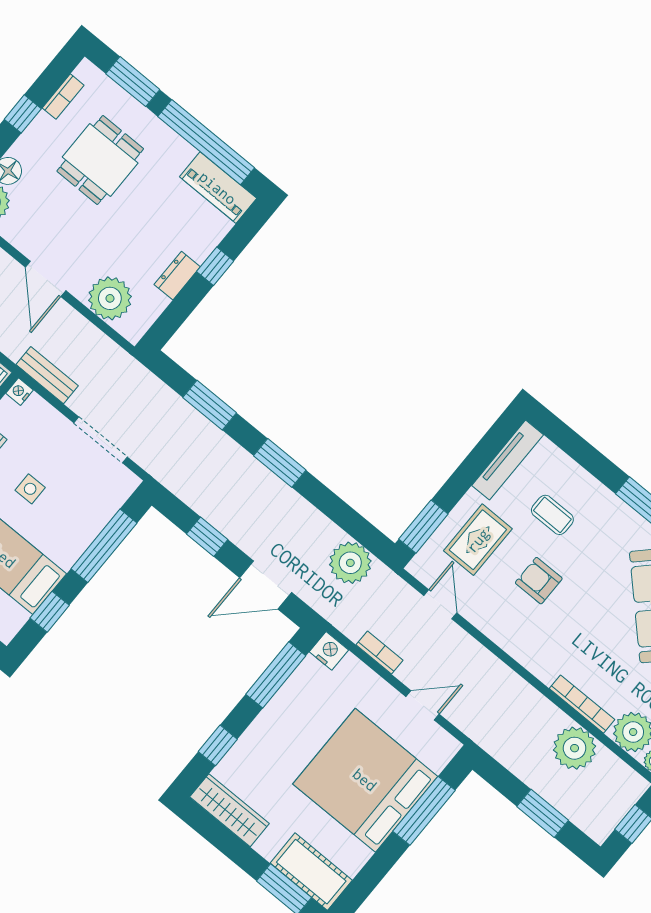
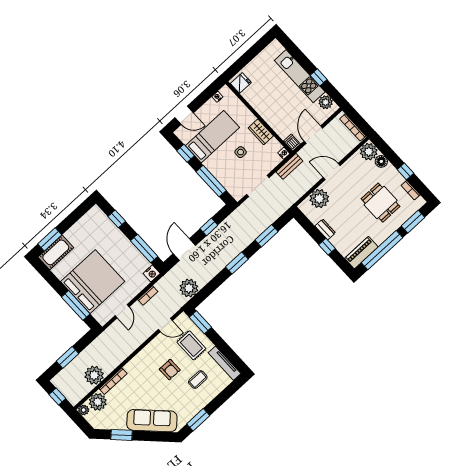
armchair: (539, 581) -> (170, 370), turned 90
wardrobe: (230, 810) -> (88, 220), removed

